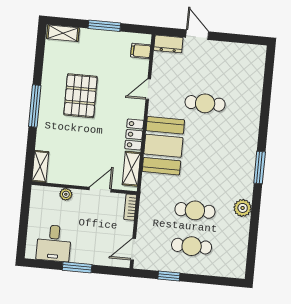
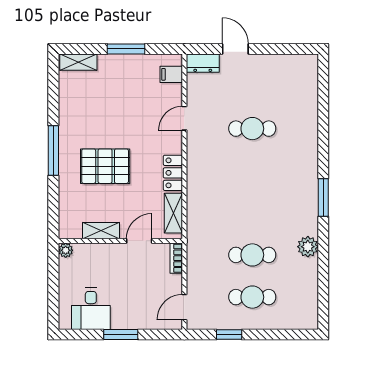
pallet: (81, 96) -> (105, 166), moved, turned 90
booth: (163, 146) -> (208, 183), removed
shelving: (40, 167) -> (101, 231), moved, turned 90
plant: (66, 194) -> (66, 250), moved

